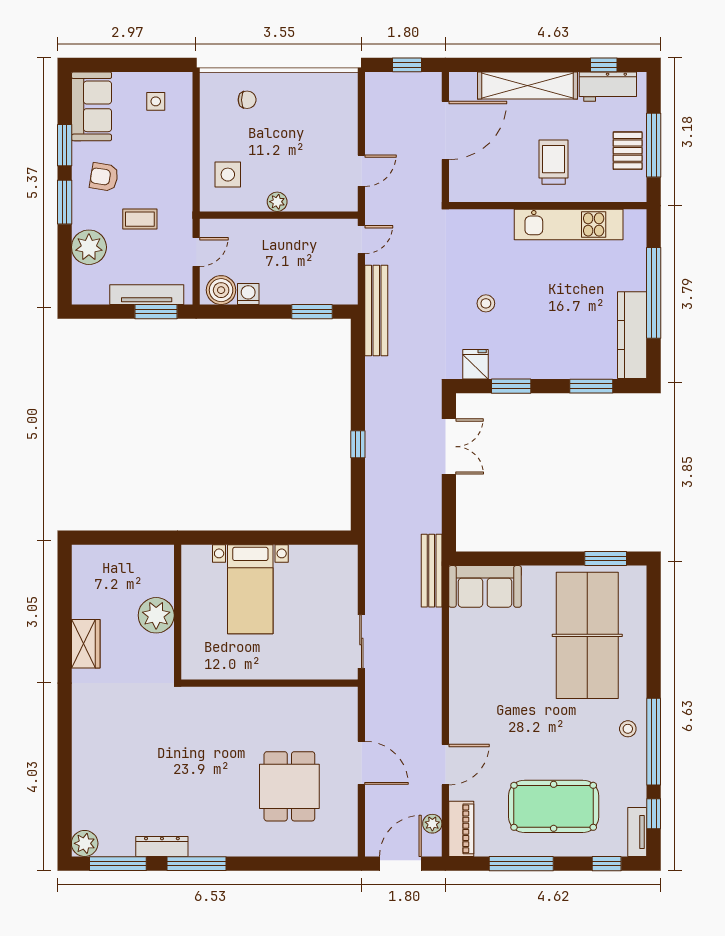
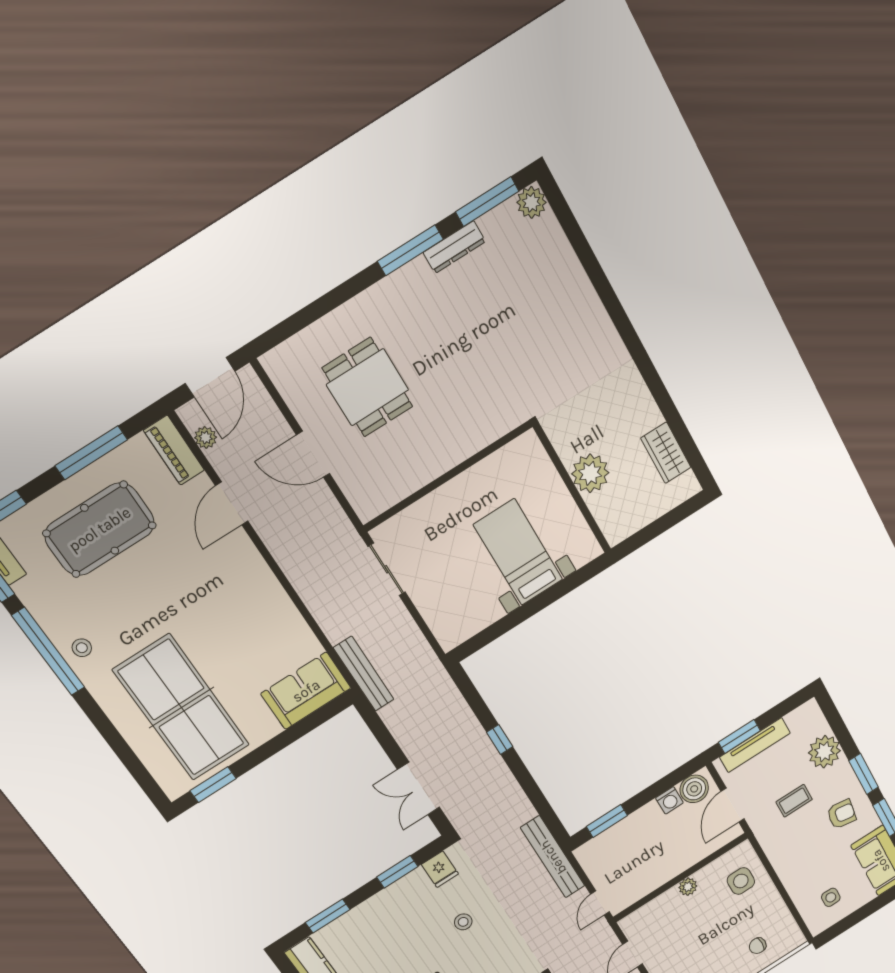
door: (196, 252) -> (733, 805), width x1.37
wardrobe: (86, 644) -> (666, 453), moved

